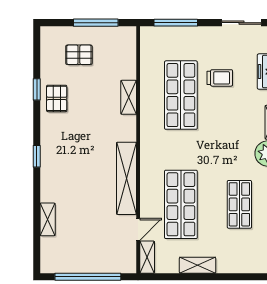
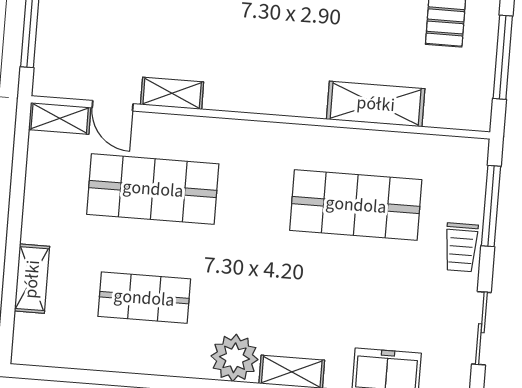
trolley: (220, 78) -> (461, 247), moved
shelving: (129, 97) -> (376, 104), width x1.50, depth x1.33
shelving: (126, 178) -> (172, 93), width x0.45, depth x0.75
shelving: (198, 265) -> (32, 279), moved

